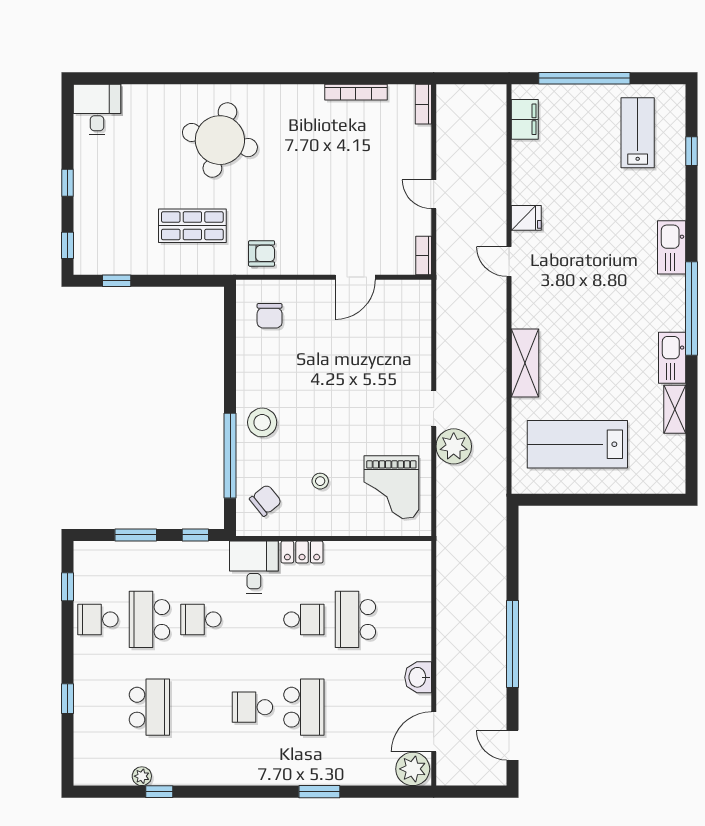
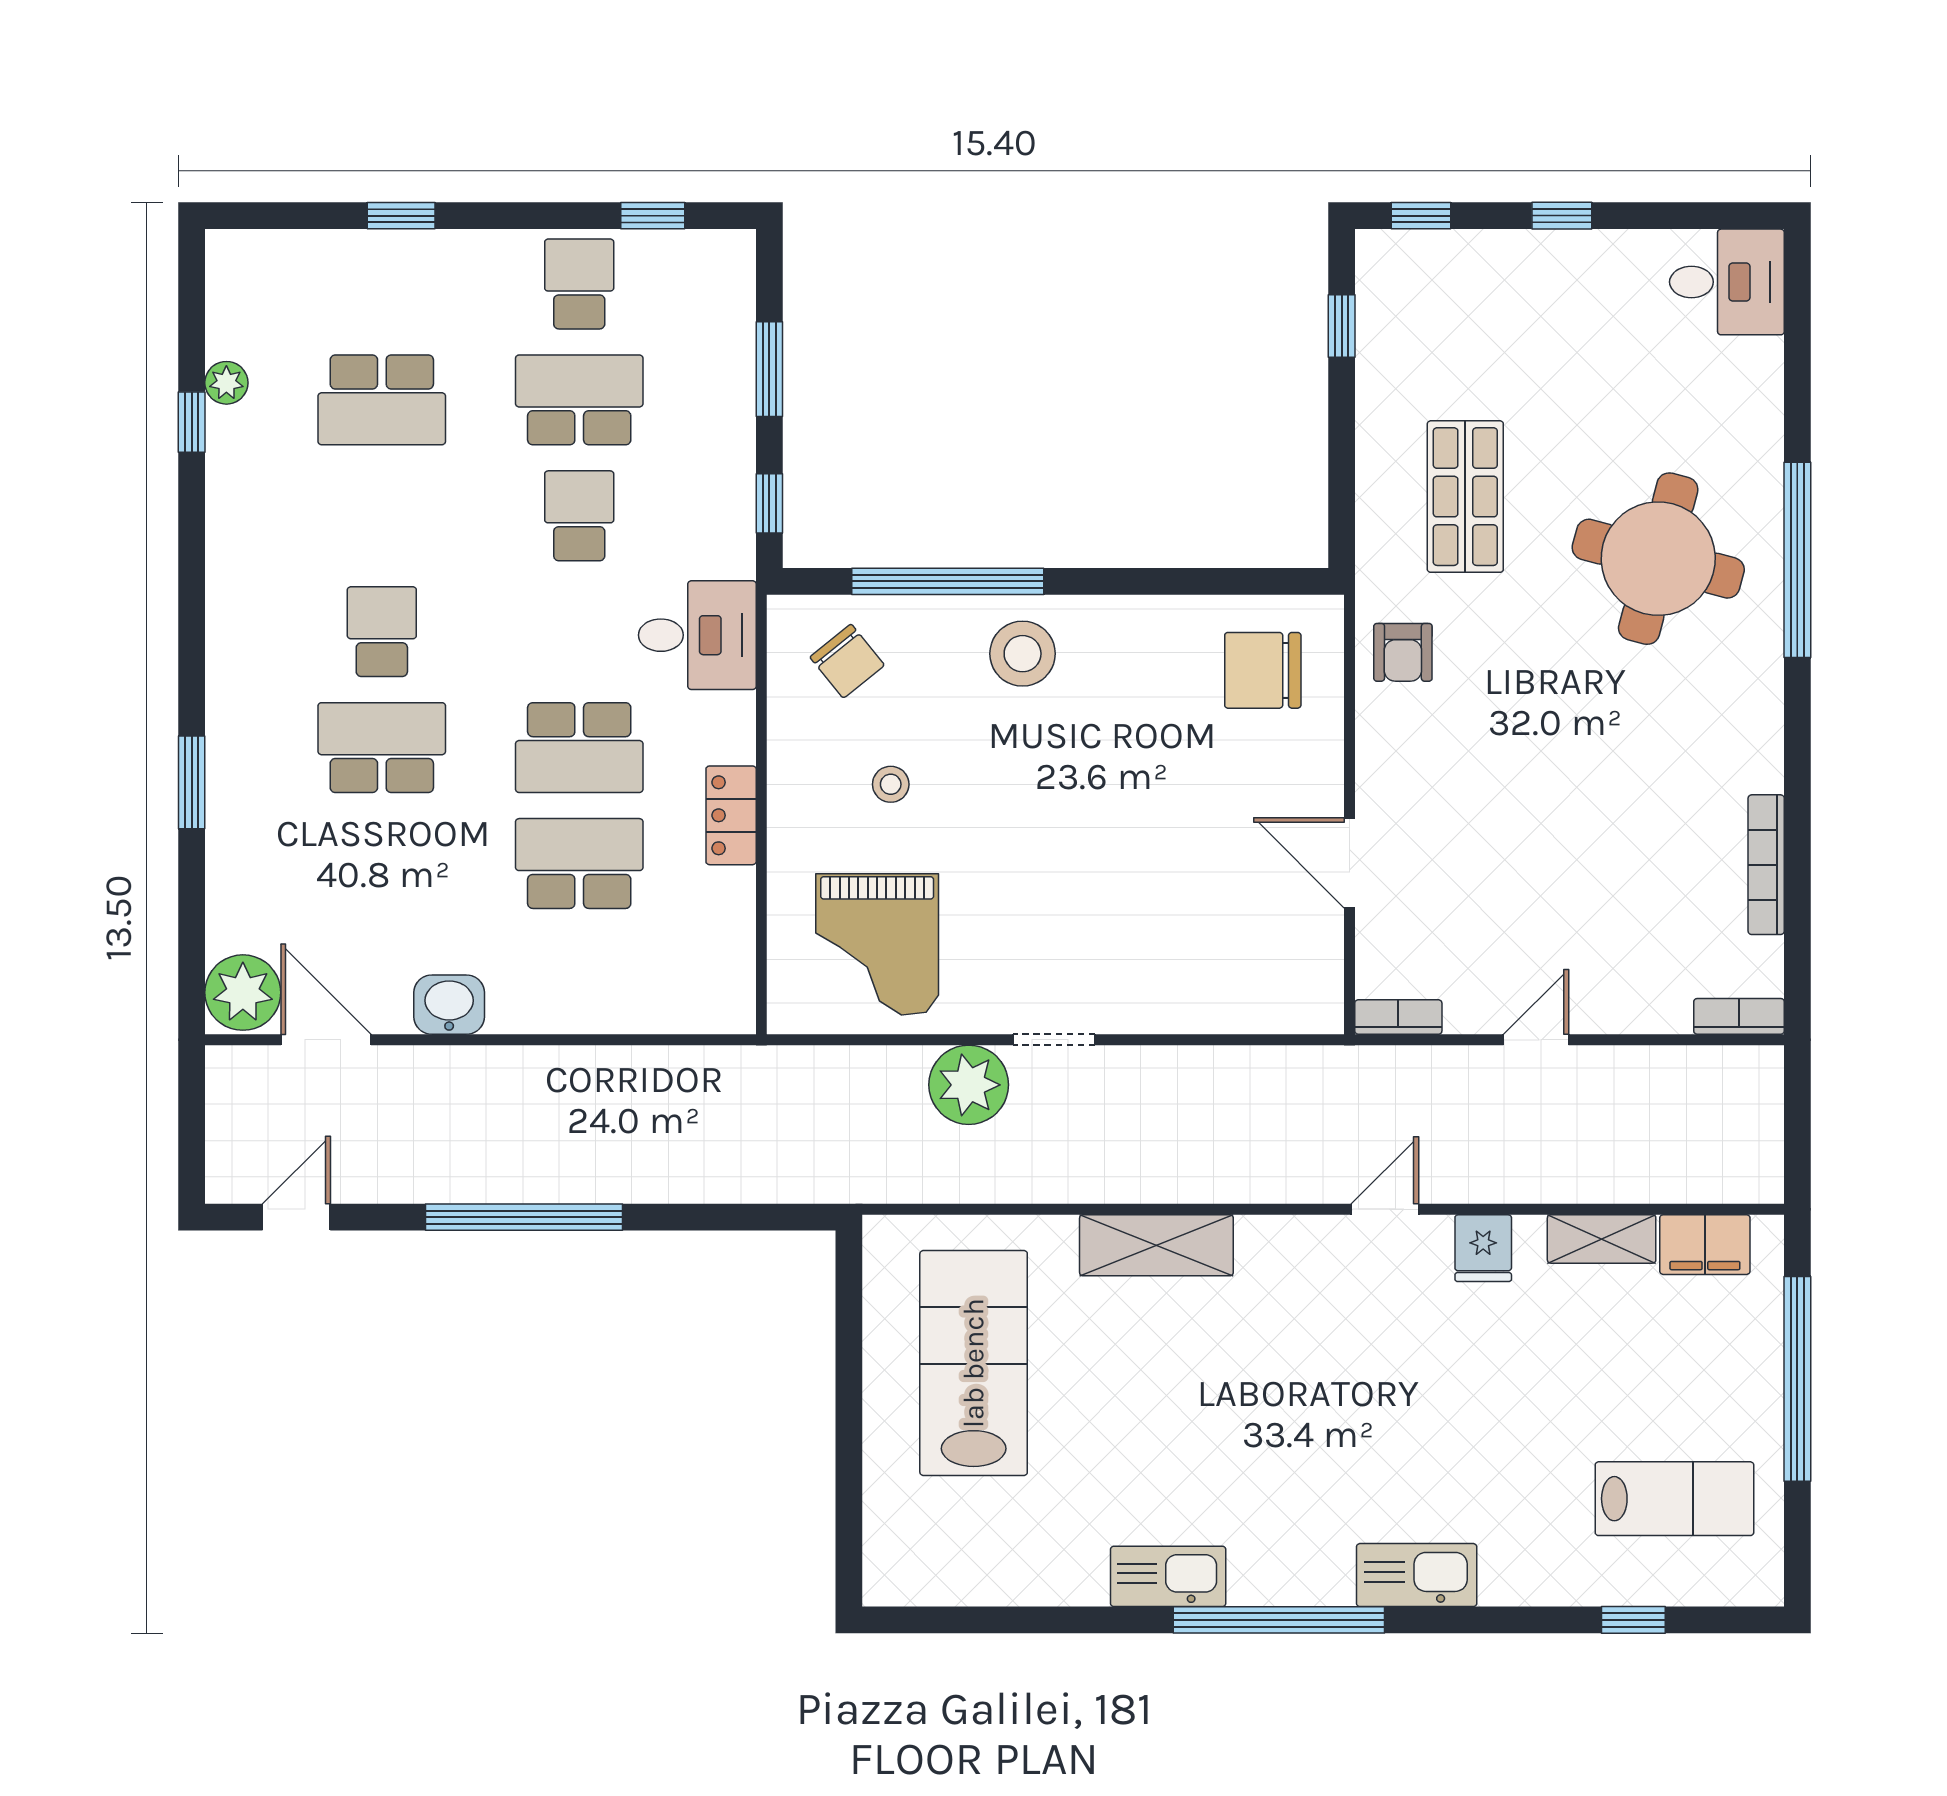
window: (220, 78) -> (1797, 560), added
chair: (270, 316) -> (1263, 670), width x1.37, depth x1.37
shelving: (675, 409) -> (1602, 1239), moved
grand piano: (391, 487) -> (877, 944), turned -90
locker: (302, 552) -> (731, 815), moved
school desk: (304, 619) -> (579, 748), width x1.85
school desk: (304, 707) -> (382, 748), turned 180

